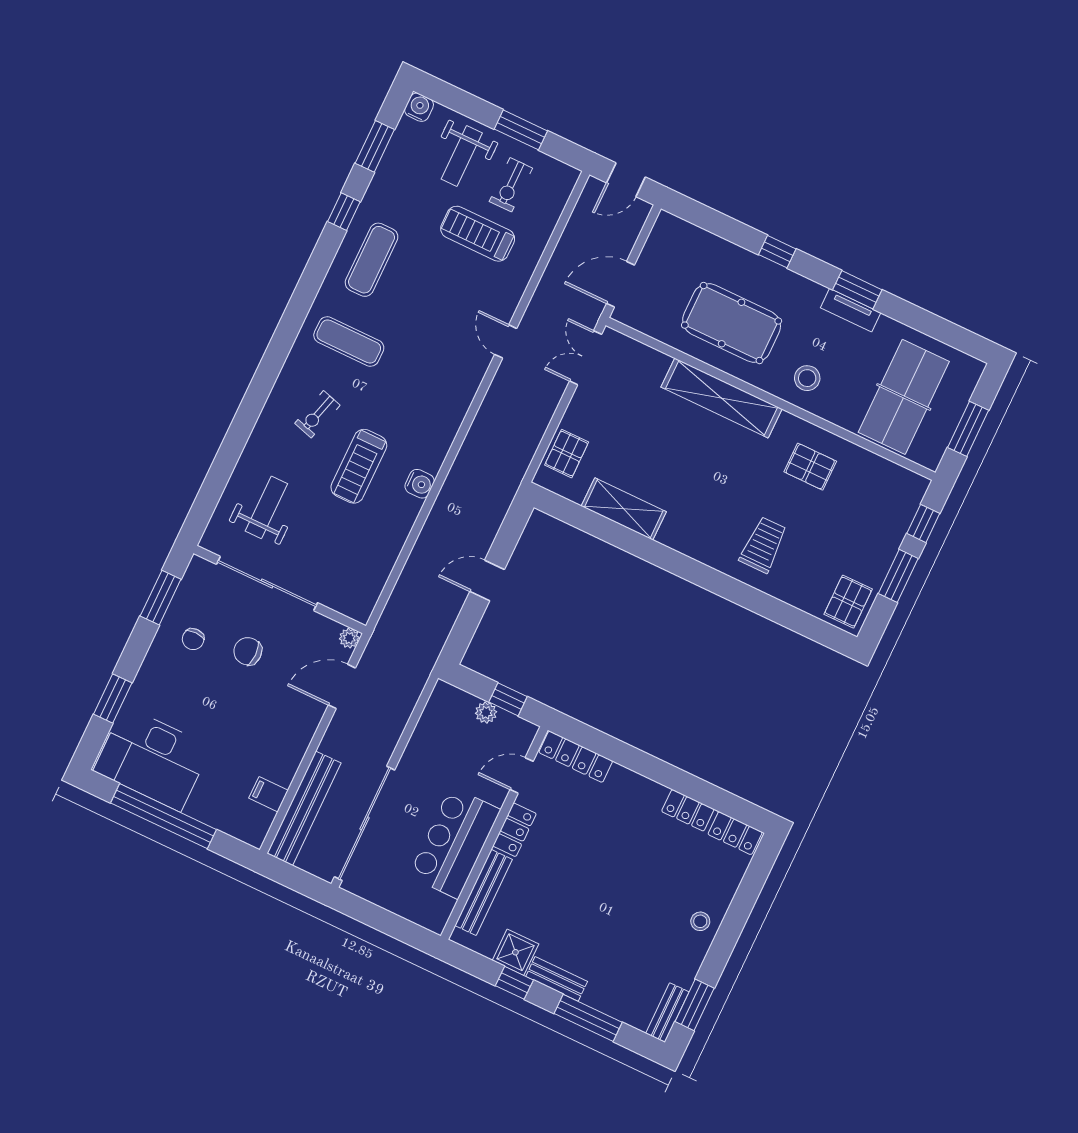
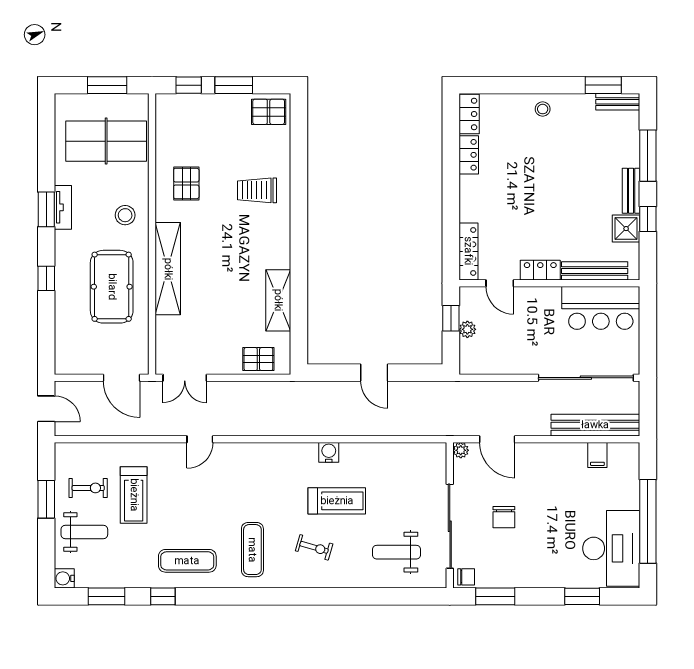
chair: (193, 639) -> (466, 577), moved
bar counter: (455, 843) -> (601, 308), moved

